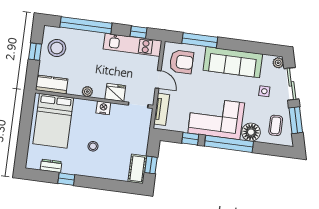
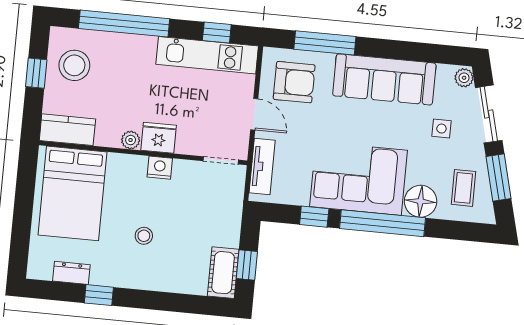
fridge: (115, 92) -> (159, 138), moved

